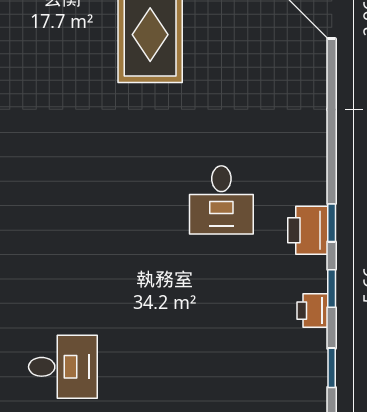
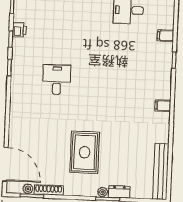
printer: (308, 230) -> (20, 65), removed

